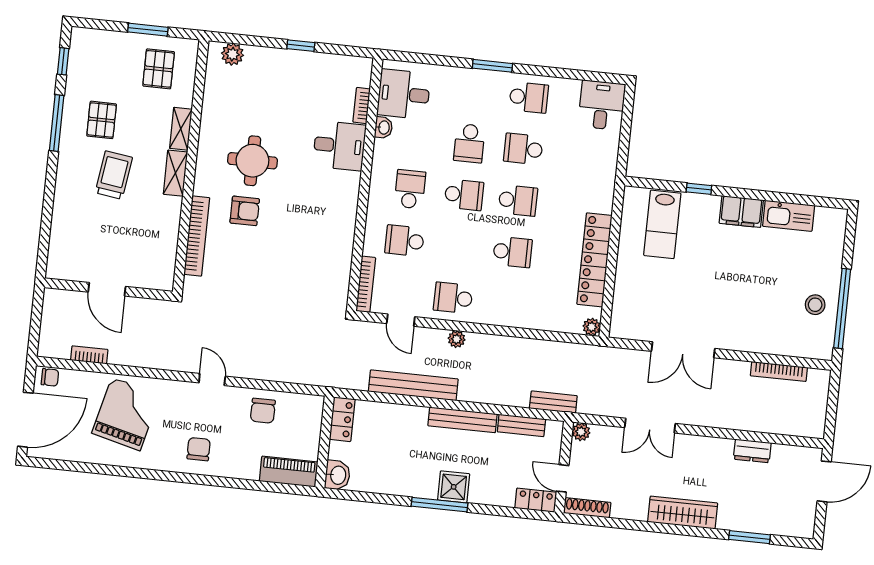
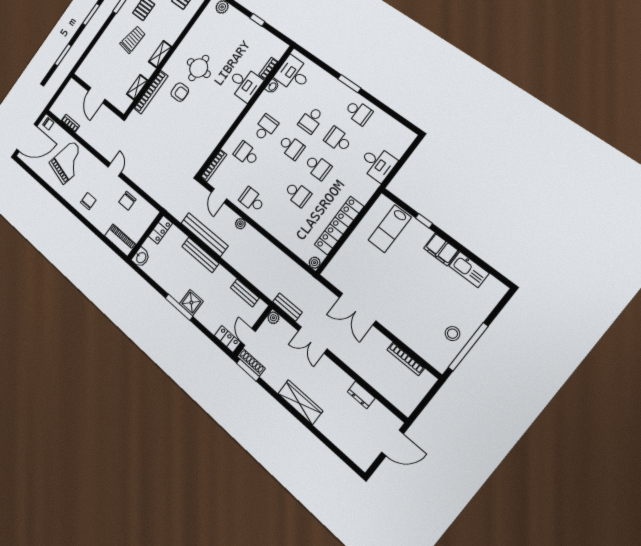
desk: (602, 105) -> (378, 163), moved, turned 90
shelving: (181, 129) -> (137, 87), moved
bench: (553, 402) -> (287, 307), moved
bench: (462, 420) -> (200, 255), moved
window: (749, 537) -> (248, 370), moved

